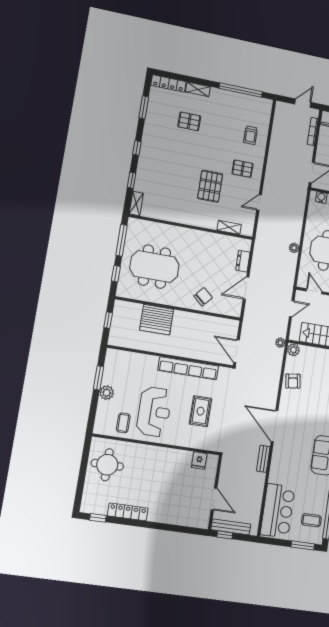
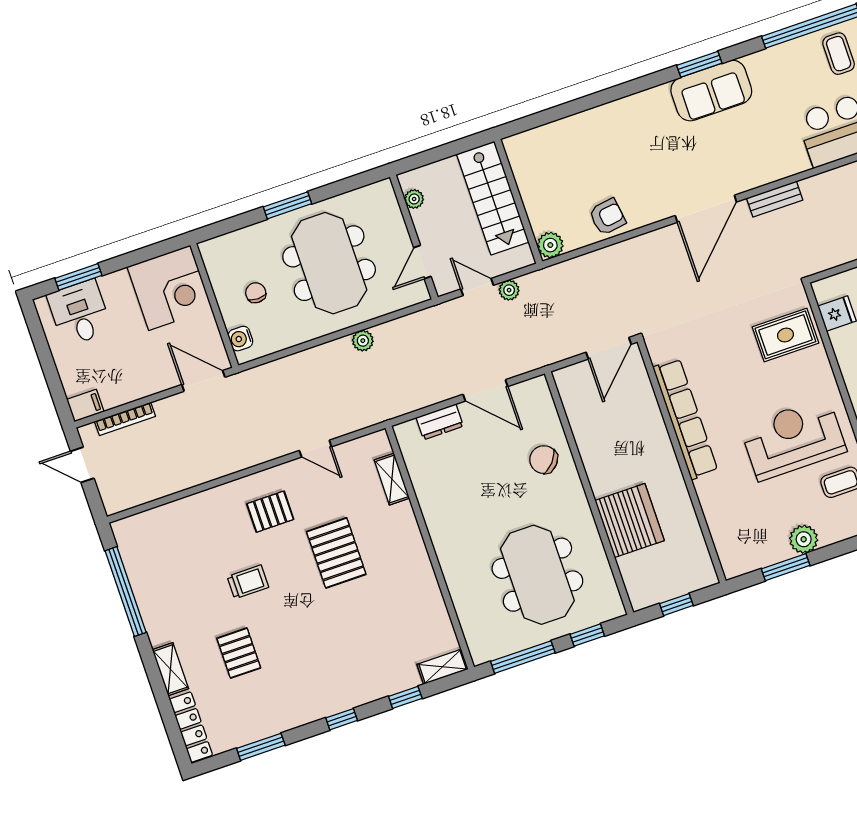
trolley: (250, 135) -> (248, 582), moved
pallet: (242, 169) -> (270, 512), turned 90
pallet: (210, 186) -> (336, 553), turned 90
plant: (280, 343) -> (509, 290), moved
rug: (201, 411) -> (785, 335), moved

